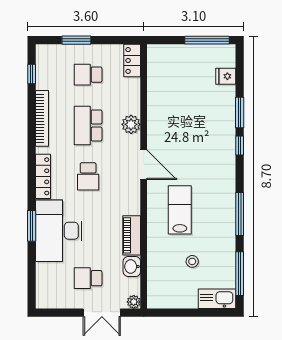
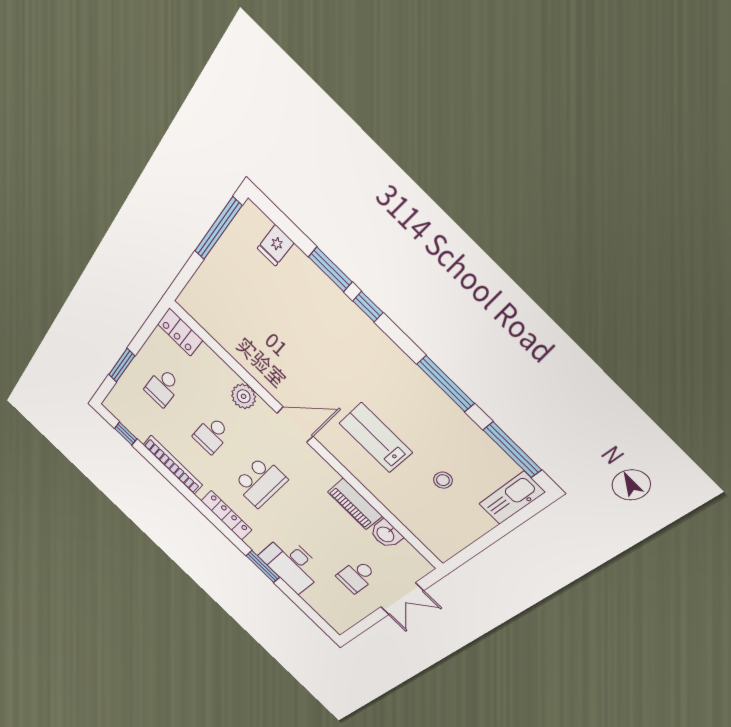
school desk: (88, 125) -> (211, 435), width x0.54
school desk: (88, 176) -> (260, 482), width x1.85
desk: (59, 231) -> (291, 564), width x0.73, depth x0.77
plant: (134, 302) -> (422, 567), removed

